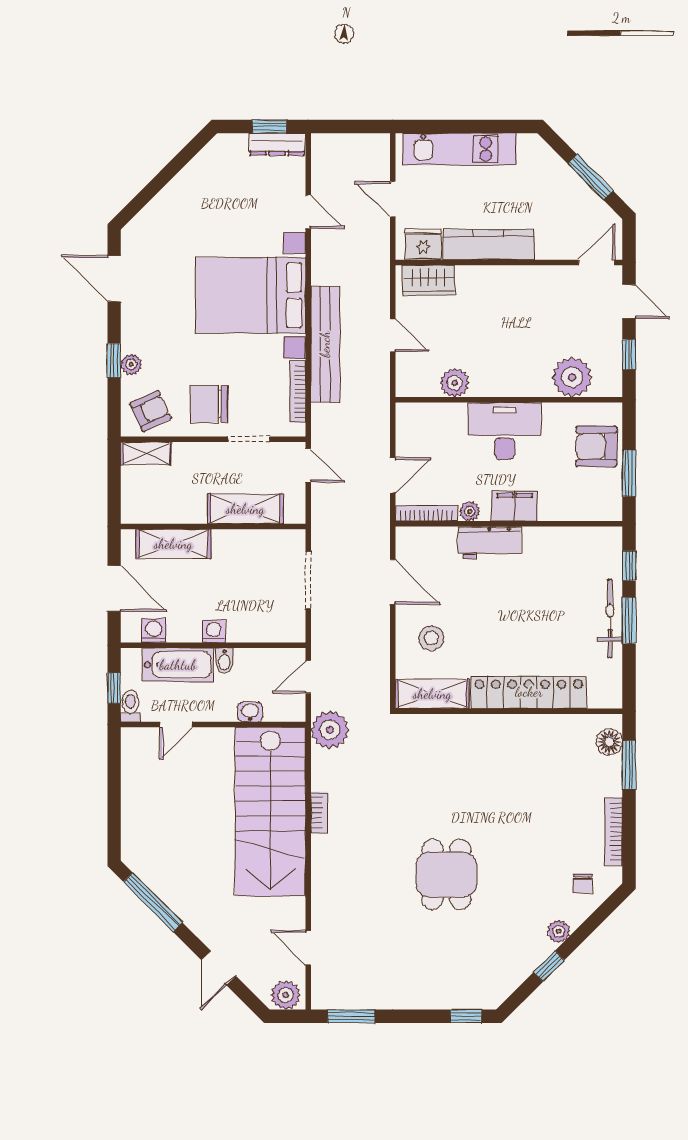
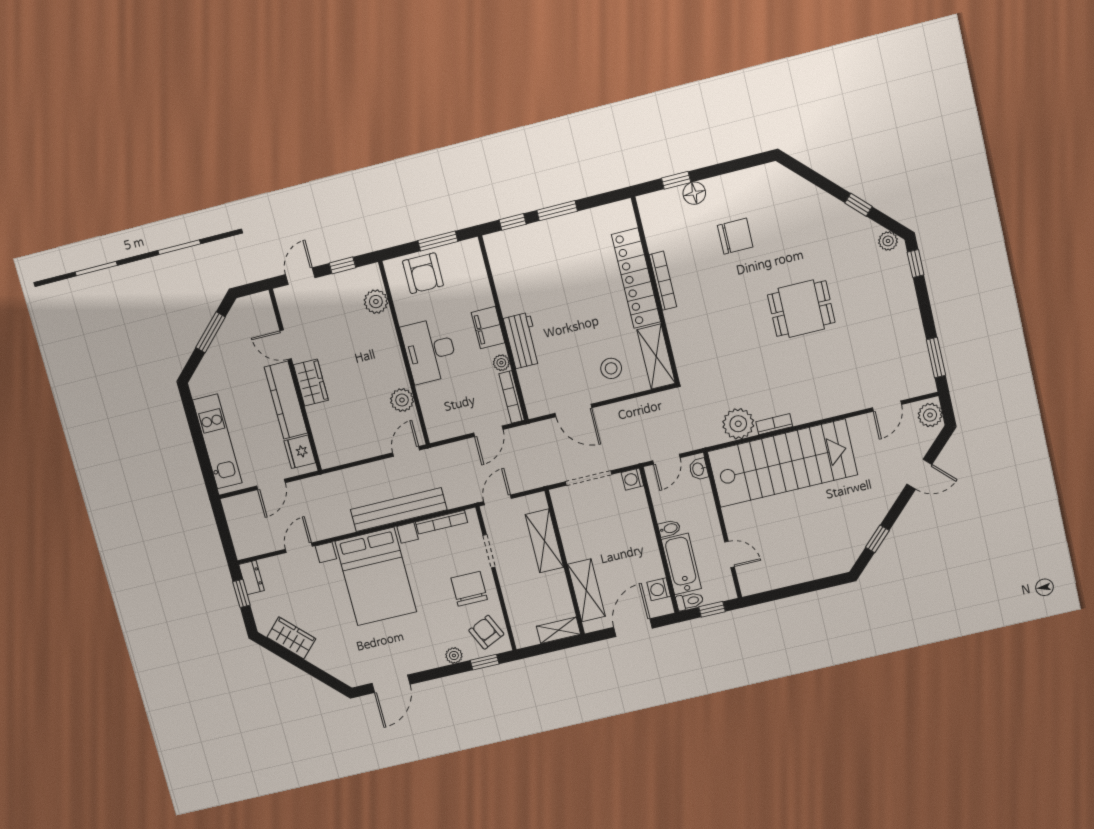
dresser: (277, 144) -> (252, 578), width x0.70
wardrobe: (200, 172) -> (291, 638), added
door: (596, 262) -> (286, 345), moved
wardrobe: (428, 280) -> (311, 383), moved
door: (393, 335) -> (406, 451), moved
window: (114, 360) -> (485, 662), moved
plant: (572, 377) -> (376, 302), width x0.73, depth x0.73
chair: (209, 404) -> (469, 589), turned 180
shelving: (146, 453) -> (559, 630), moved, turned 90
door: (393, 475) -> (488, 431), swing flipped
door: (393, 582) -> (573, 411), swing flipped
bicycle: (610, 619) -> (560, 227), removed
washing machine: (214, 631) -> (632, 479), moved
door: (308, 677) -> (666, 459), hinge flipped
toilet: (131, 706) -> (690, 601), moved, turned 180
washbasin: (250, 712) -> (699, 469), moved
plant: (330, 730) -> (738, 424), moved
floor lamp: (609, 742) -> (694, 193), moved
window: (629, 765) -> (676, 180), width x0.67
bookcase: (614, 832) -> (663, 281), moved, turned -90
chair: (583, 884) -> (735, 236), moved, width x1.87, depth x1.87
window: (153, 902) -> (877, 539), width x0.46
plant: (559, 931) -> (888, 241), moved

